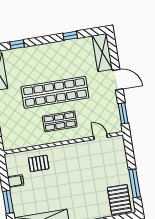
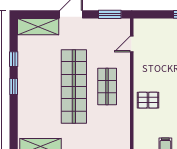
window: (17, 44) -> (14, 86), moved
pallet: (39, 163) -> (148, 100), moved, turned 90

